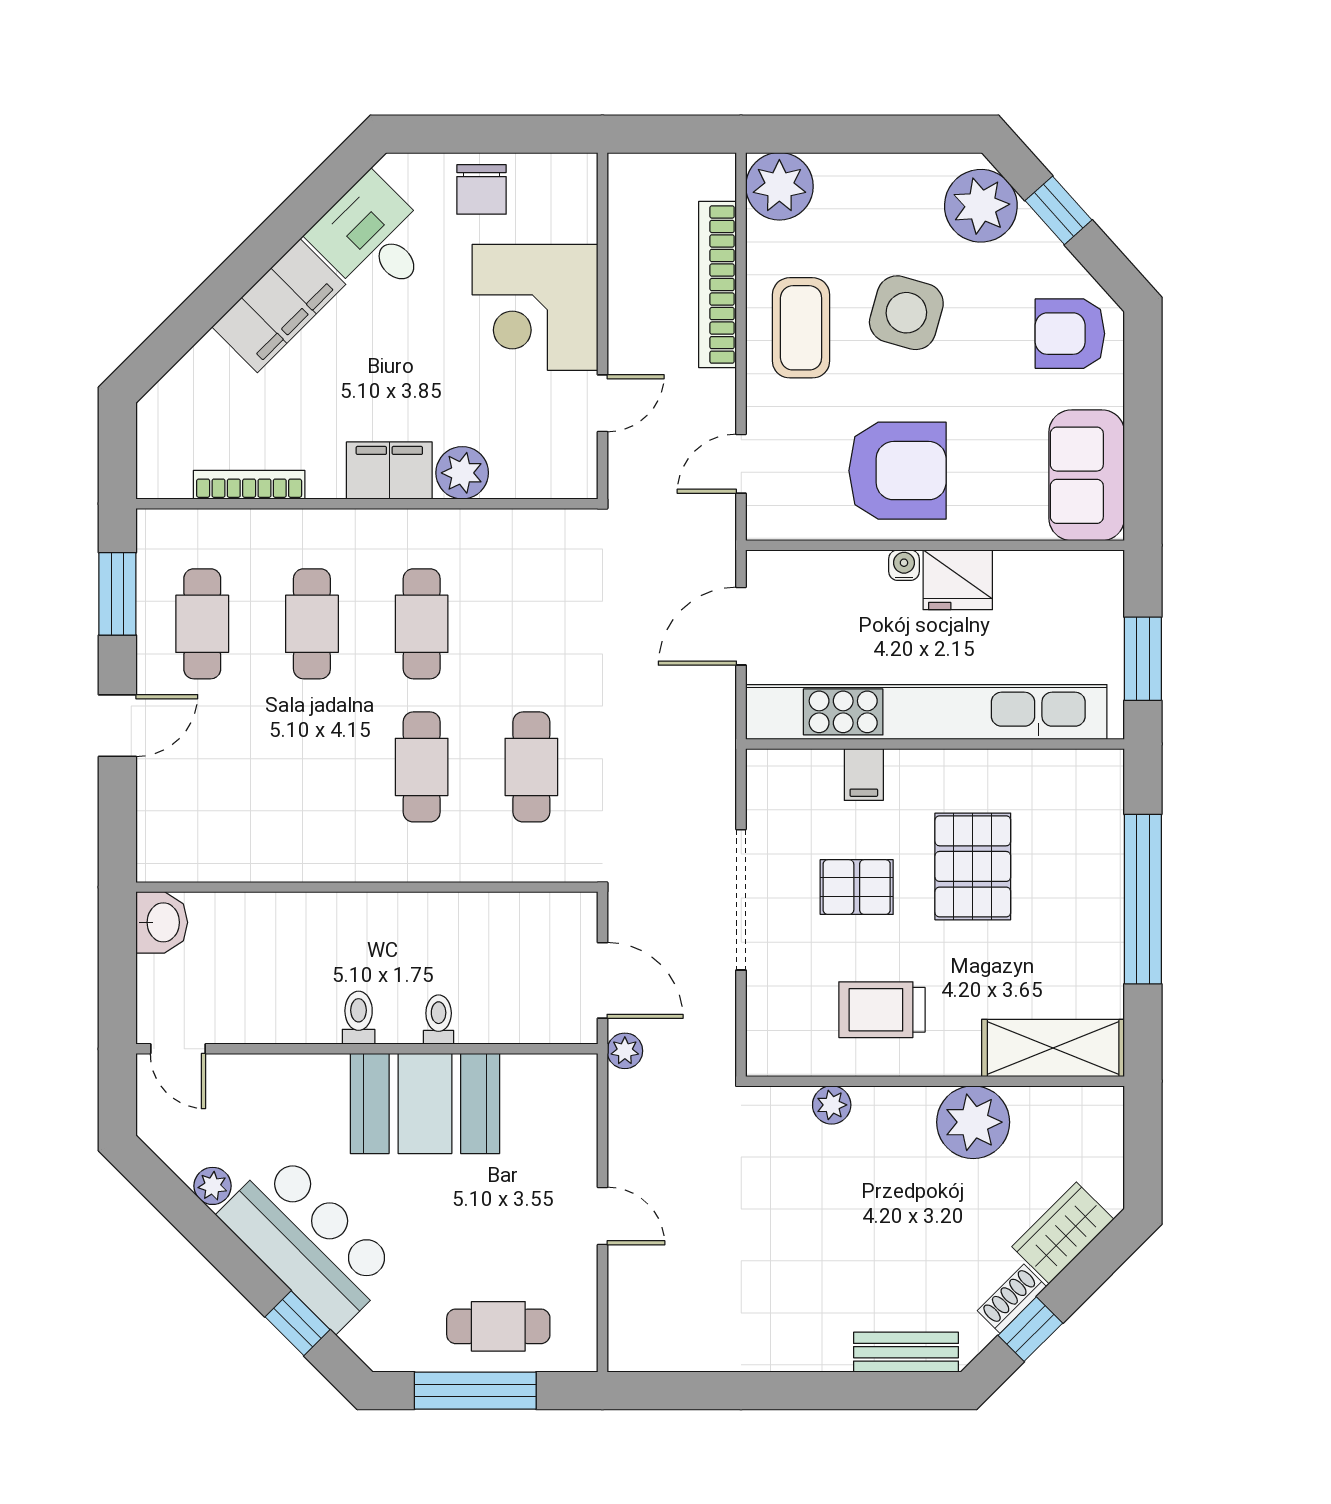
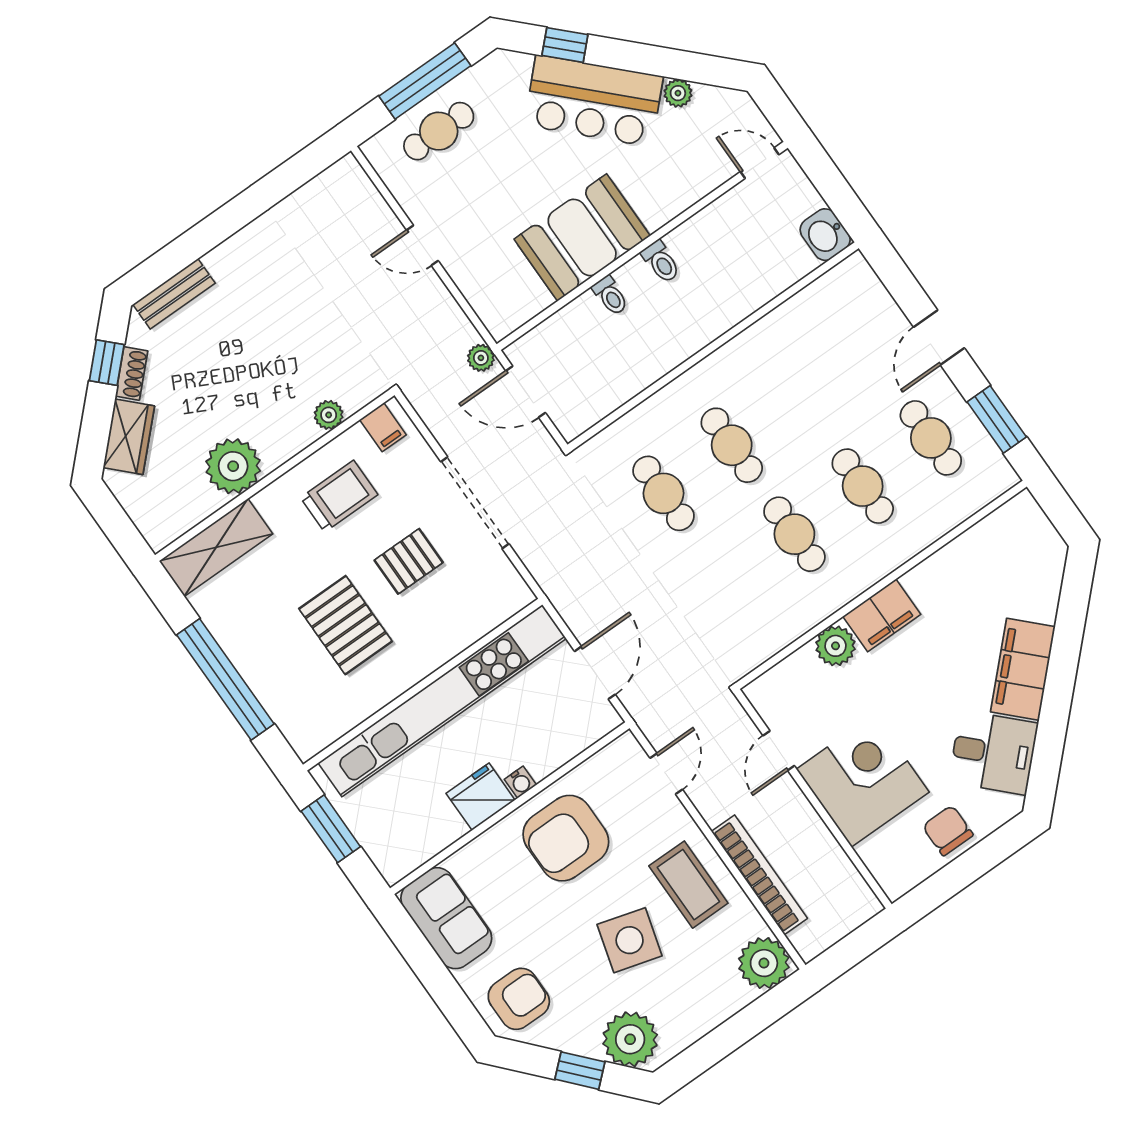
bookcase: (249, 485) -> (963, 545), removed
filing cabinet: (864, 774) -> (383, 427), moved, turned 180

